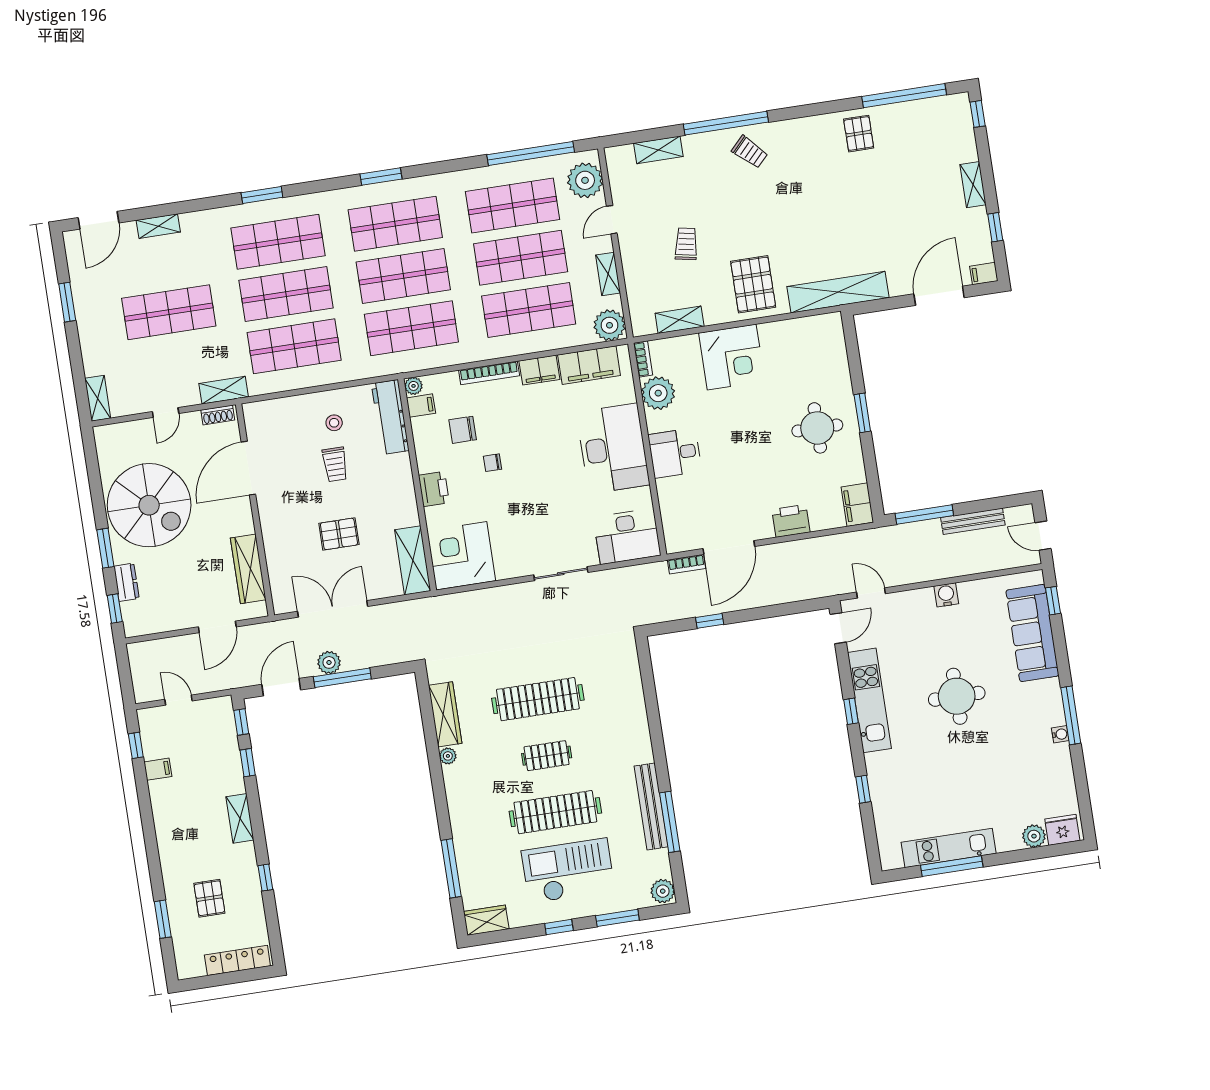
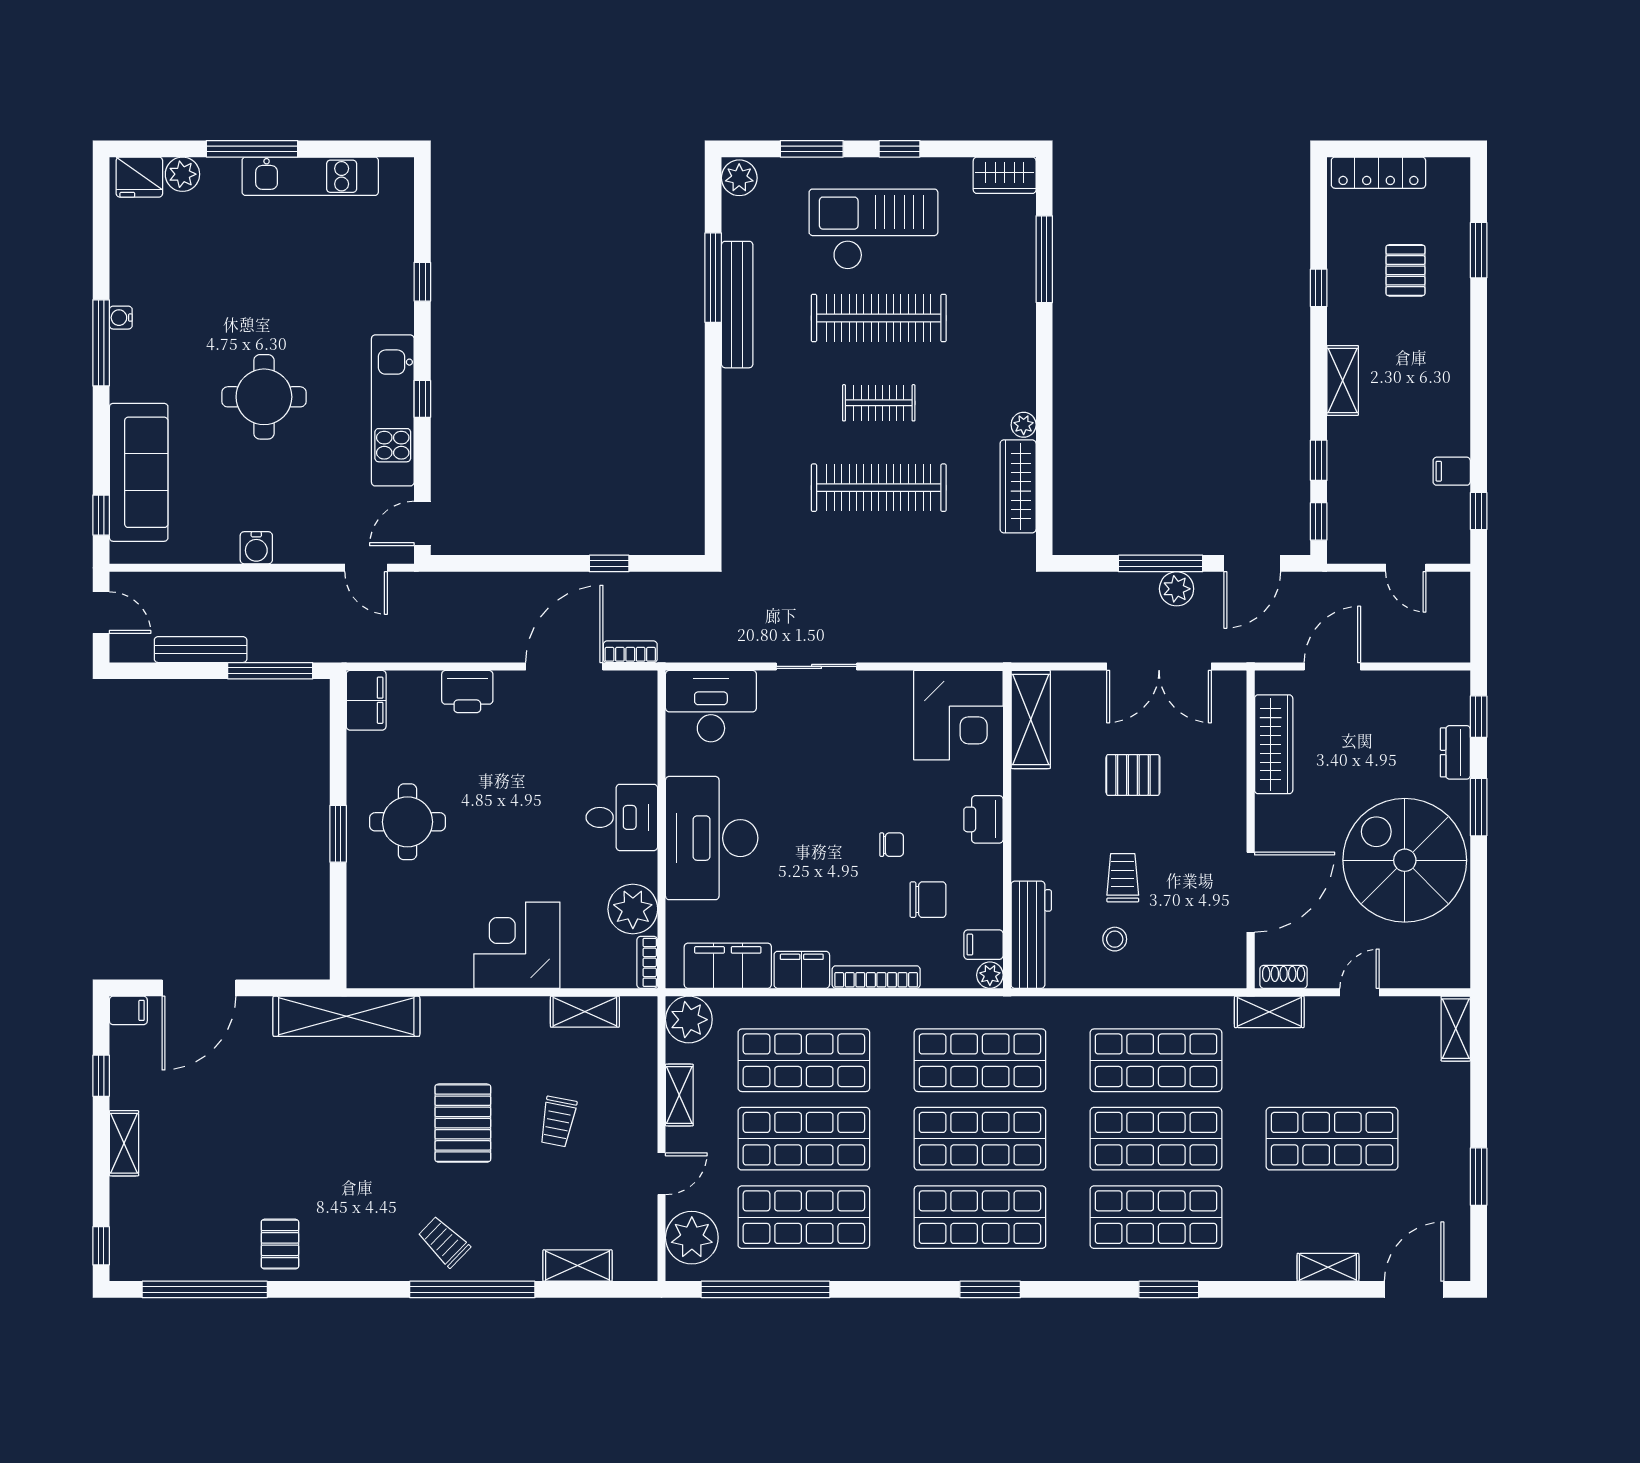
pallet: (753, 284) -> (463, 1123), moved
window: (952, 866) -> (252, 149), moved
checkout: (568, 871) -> (873, 229), turned 180

